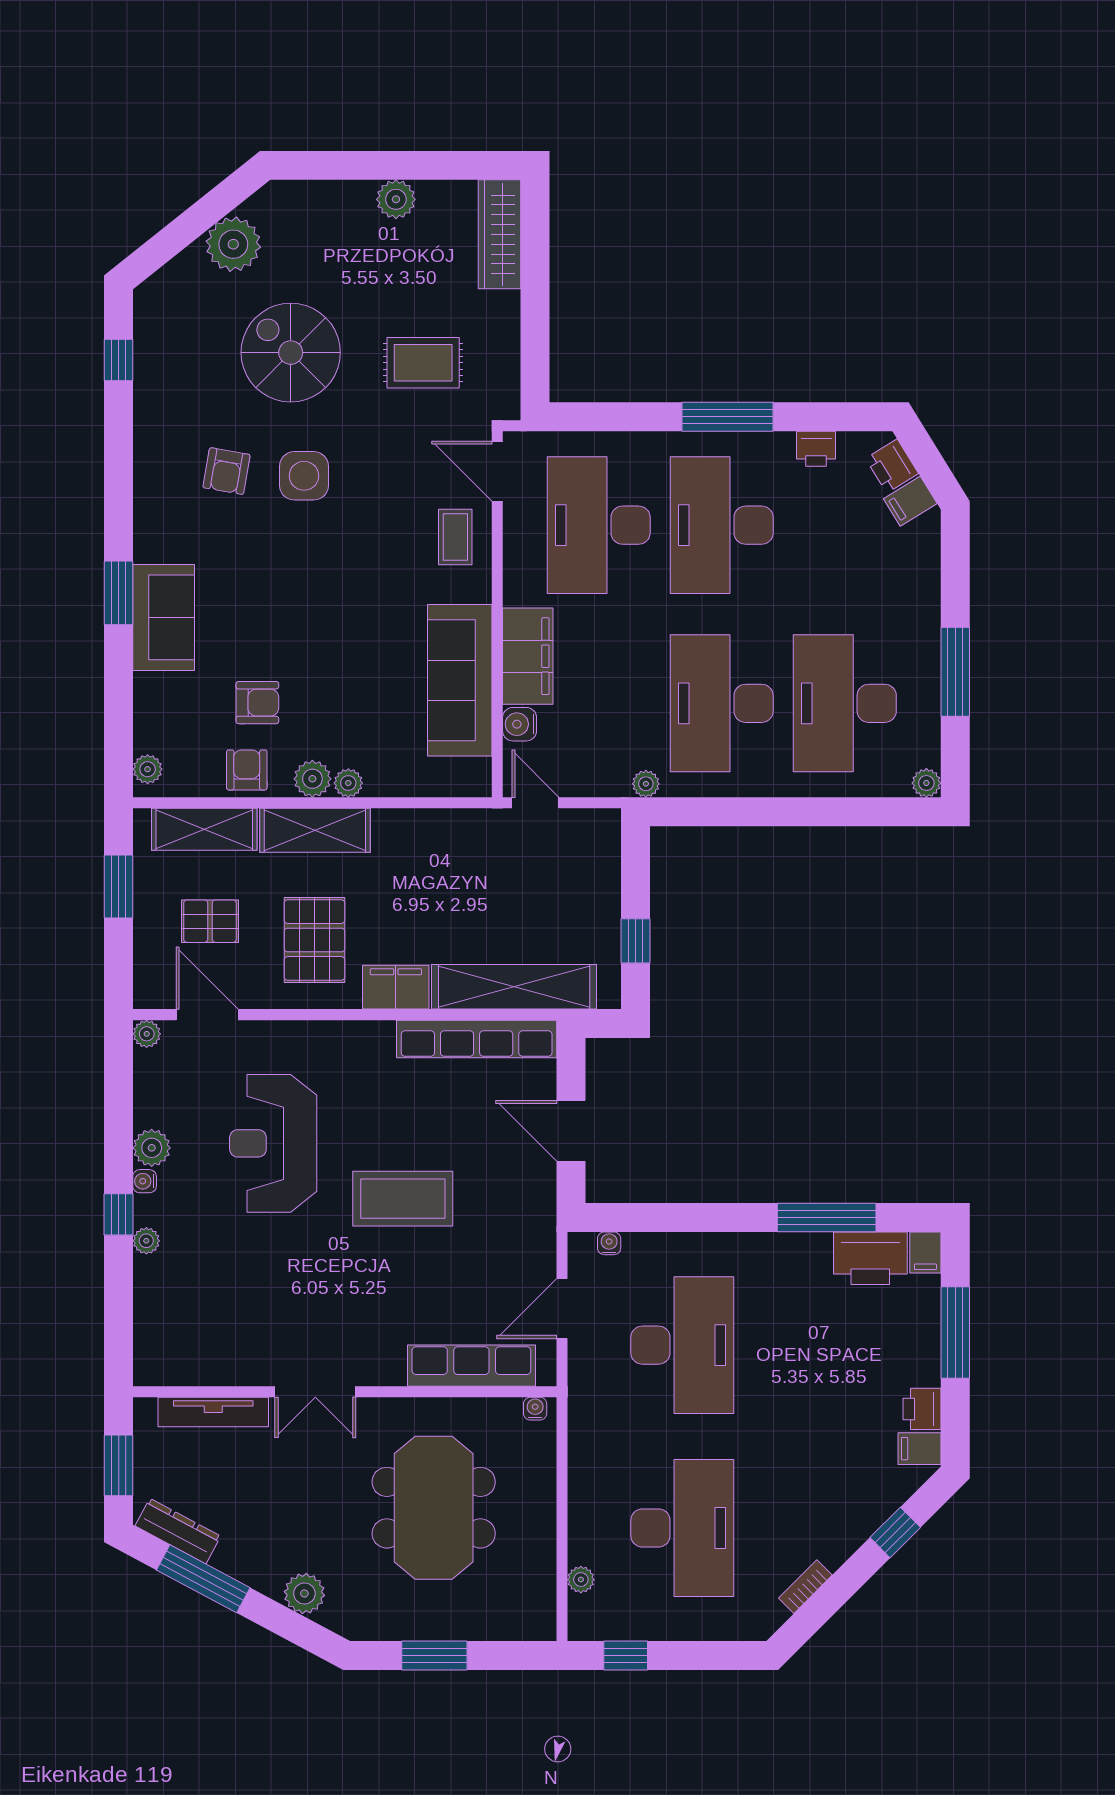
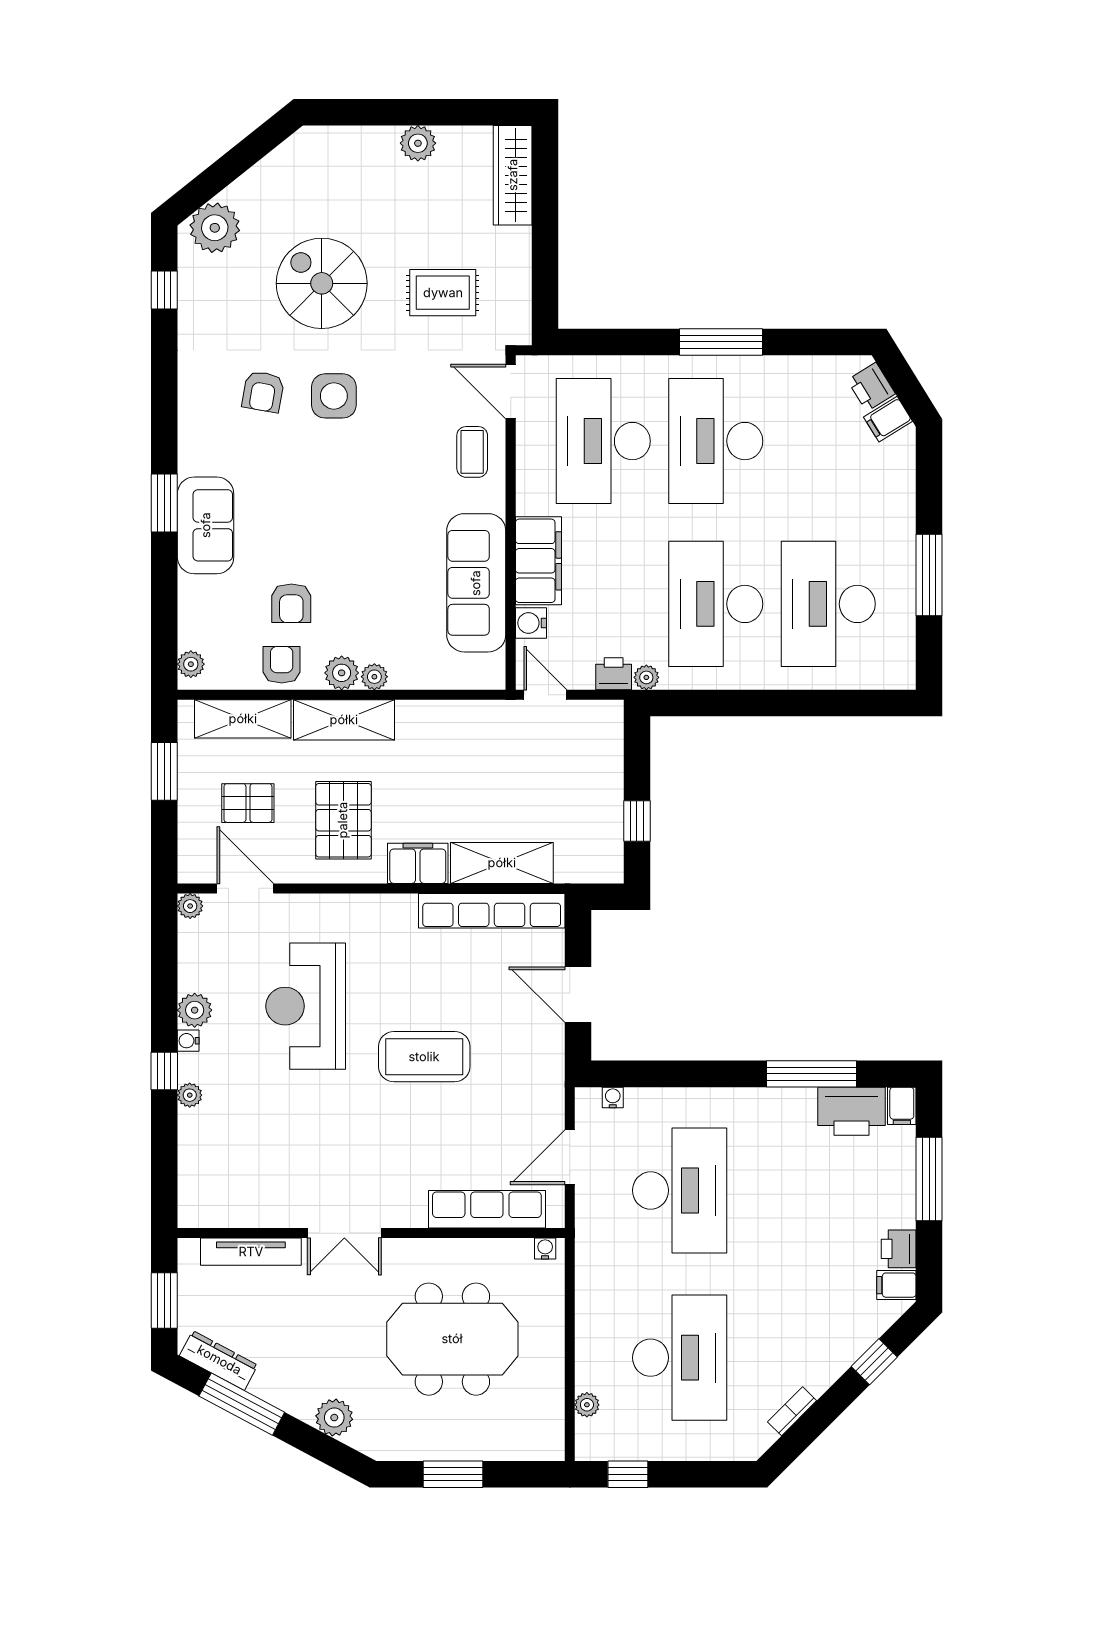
plant: (233, 244) -> (215, 228), moved
printer: (816, 449) -> (614, 674), moved, turned 180
armchair: (257, 703) -> (291, 603), turned 90
plant: (926, 783) -> (903, 677), removed
shelving: (514, 987) -> (502, 863), width x0.68
meeting table: (434, 1508) -> (452, 1339), turned 90

